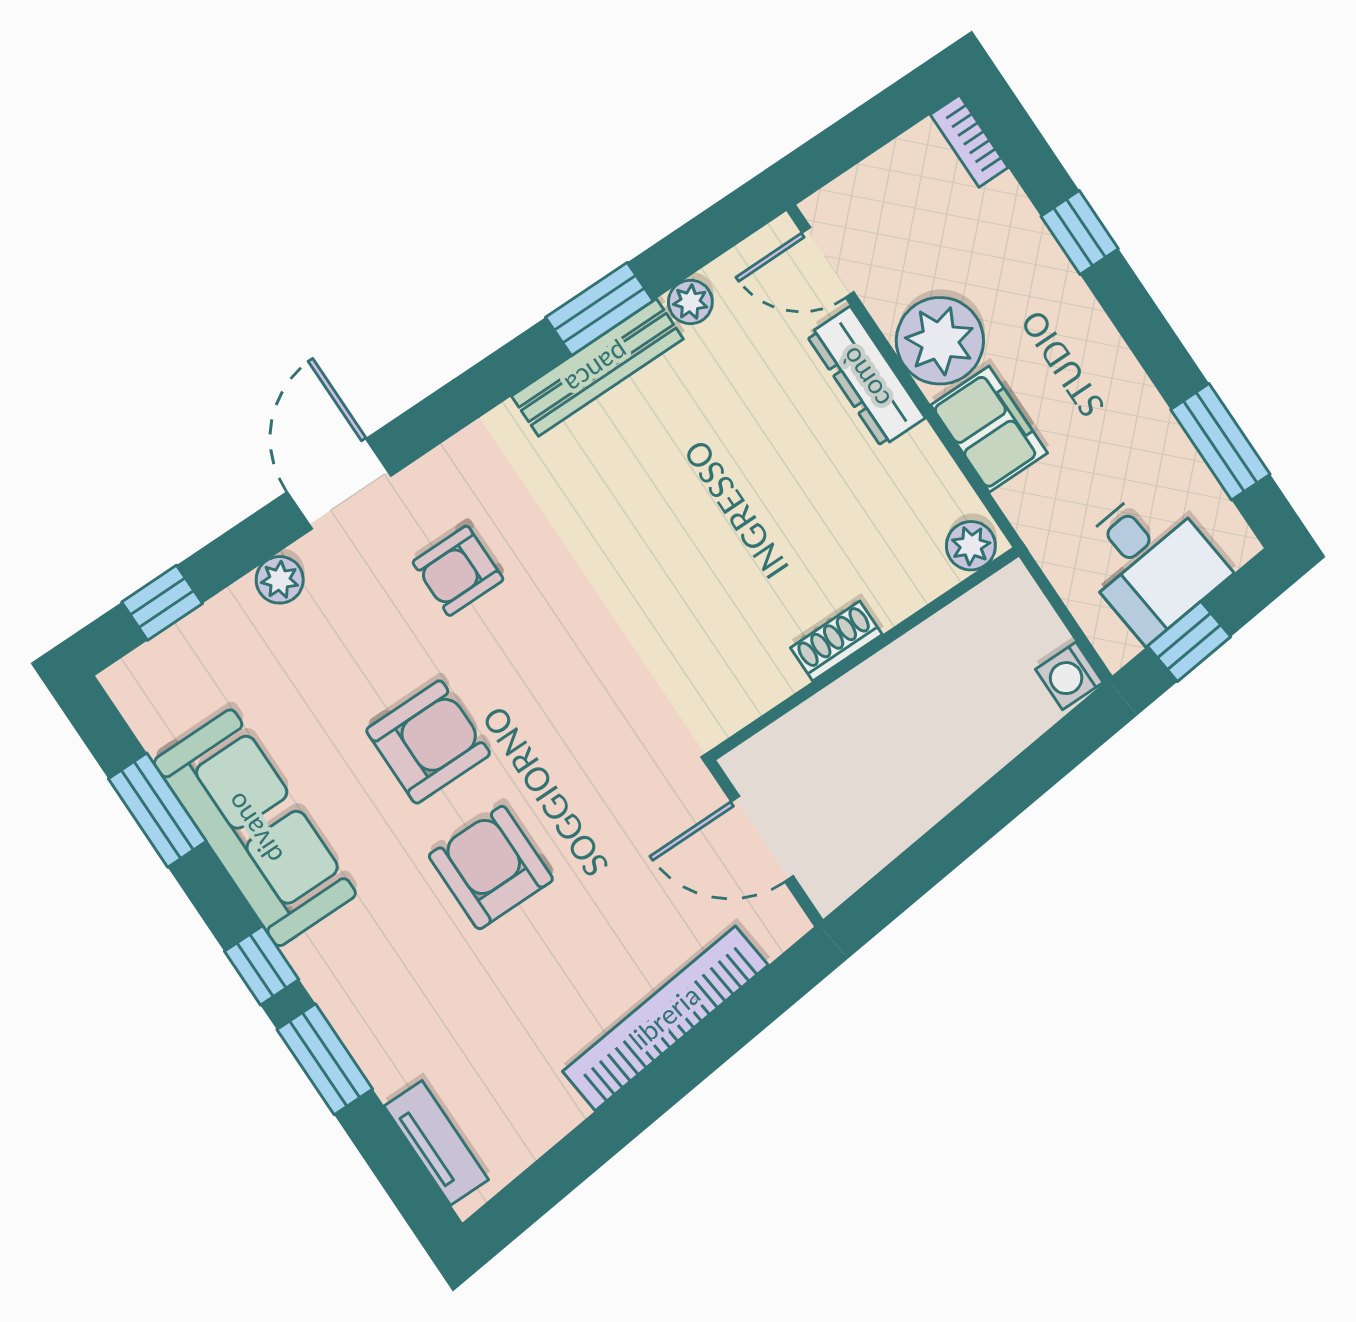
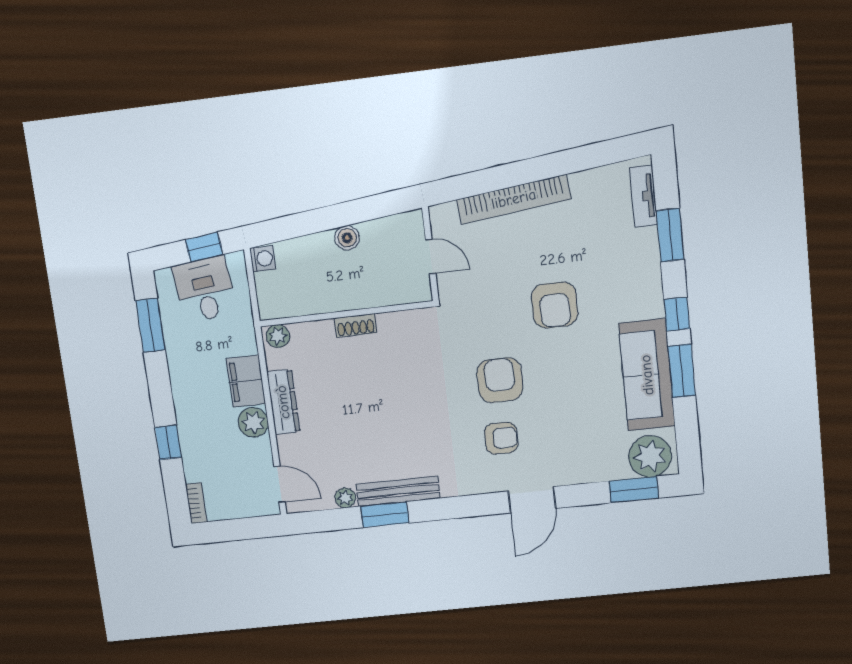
plant: (940, 341) -> (253, 422), width x0.73, depth x0.73
dresser: (866, 377) -> (283, 402), moved
plant: (280, 580) -> (650, 456), moved, width x1.87, depth x1.87
window: (162, 603) -> (634, 490), width x1.50
armchair: (428, 742) -> (500, 380), moved, turned 90
boiler: (933, 794) -> (347, 238), added
window: (157, 810) -> (682, 371), moved
door: (762, 839) -> (431, 257), width x0.73
window: (325, 1059) -> (670, 235), moved

